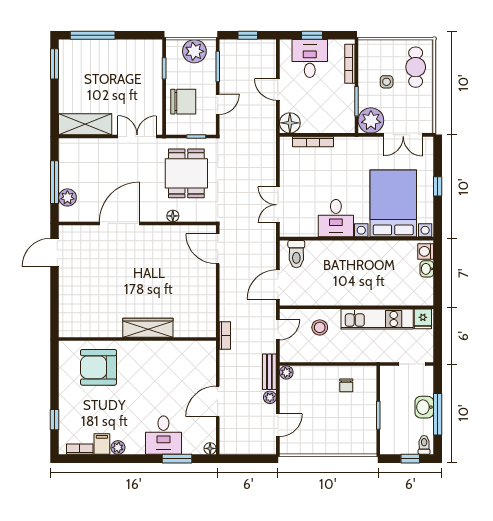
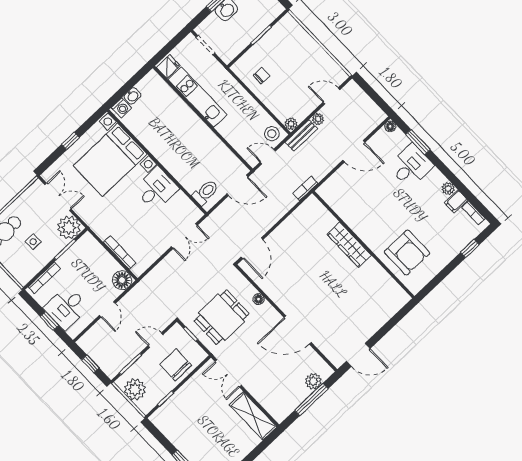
stool: (320, 327) -> (272, 134), moved

